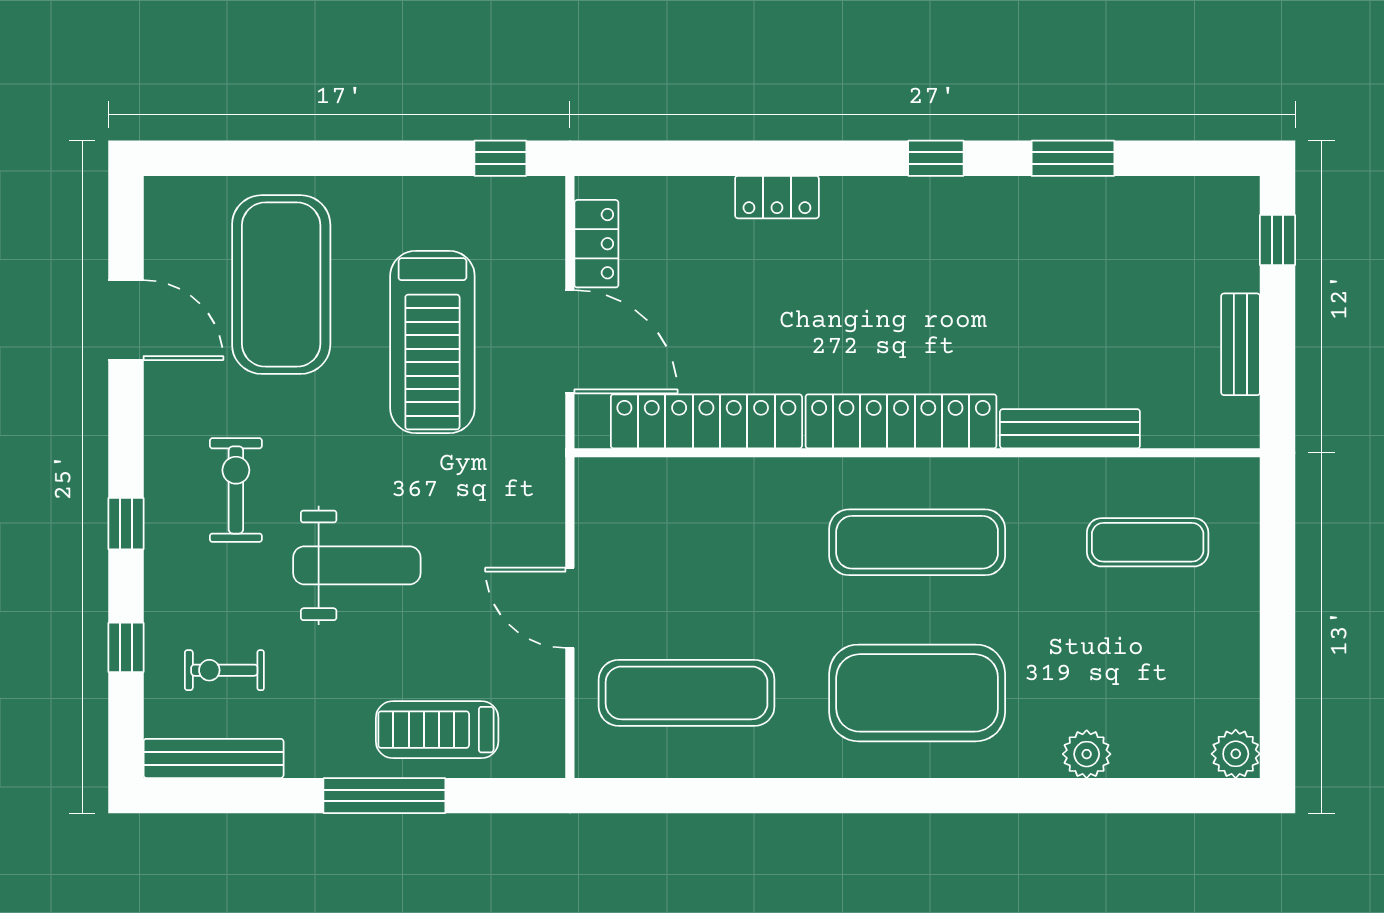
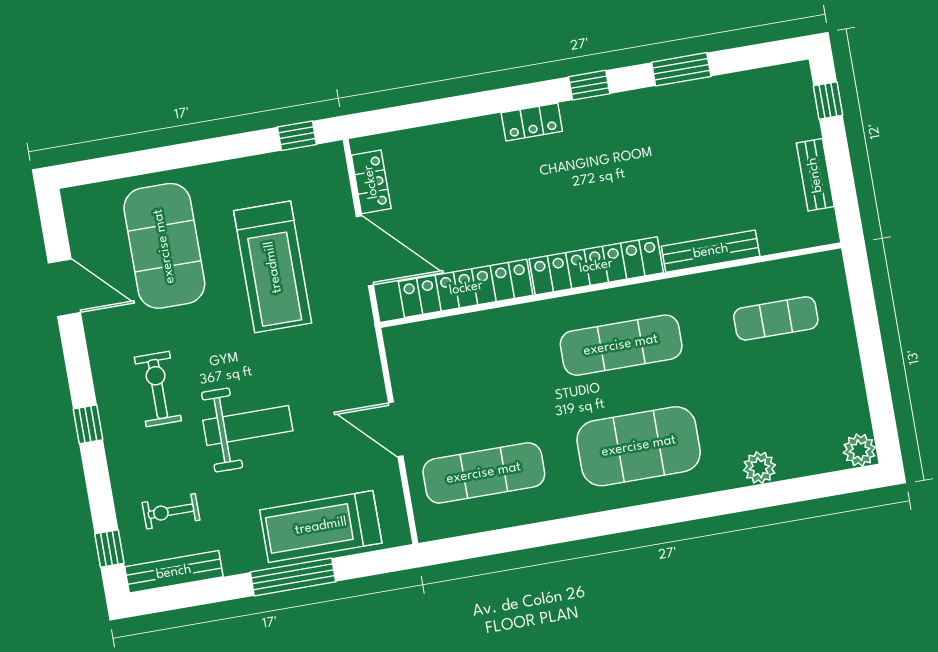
locker: (777, 197) -> (532, 122), moved
window: (126, 647) -> (109, 549), moved
treadmill: (437, 730) -> (321, 526), width x1.37, depth x1.38

